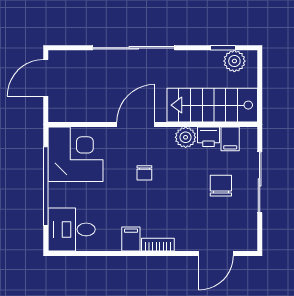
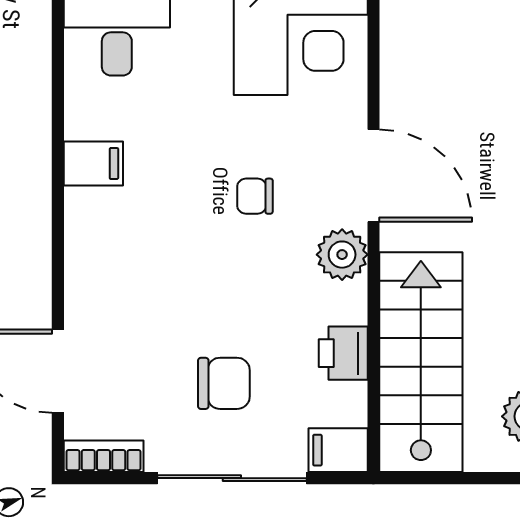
plant: (186, 137) -> (342, 255), moved
filing cabinet: (230, 139) -> (338, 450), moved
bookcase: (158, 245) -> (104, 456), moved, turned -90

